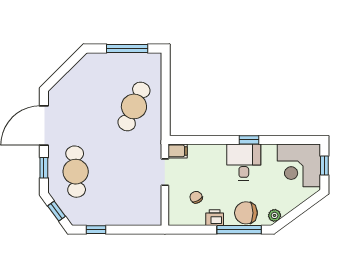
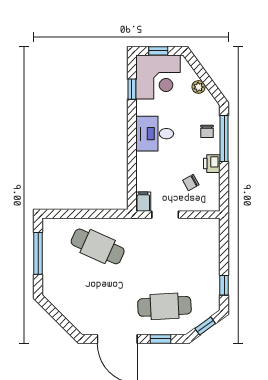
window: (249, 140) -> (132, 89), moved
chair: (246, 213) -> (207, 131), width x0.54, depth x0.54
plant: (275, 215) -> (199, 87), moved

